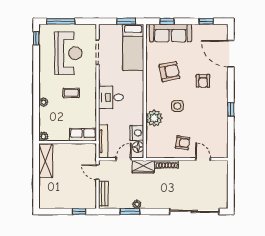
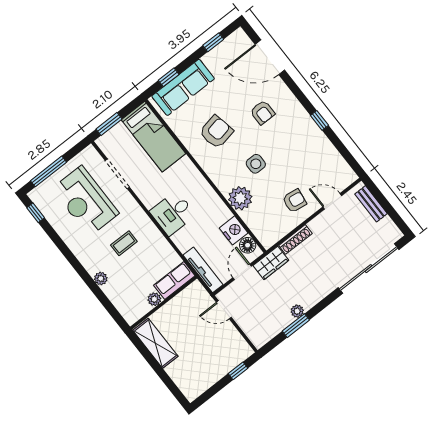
window: (126, 21) -> (109, 124), moved
reception desk: (68, 53) -> (85, 201), turned 180
plant: (44, 136) -> (154, 299), moved
bench: (103, 194) -> (371, 204), moved

